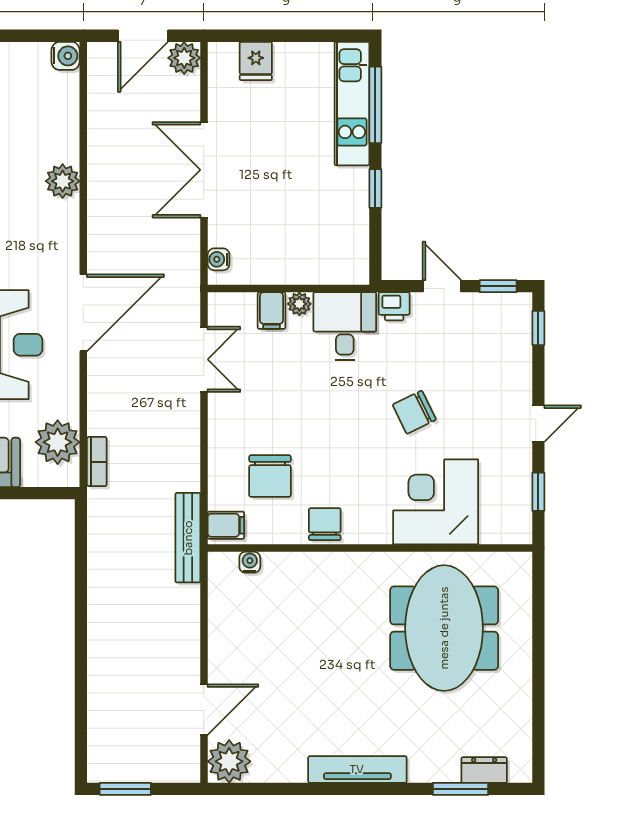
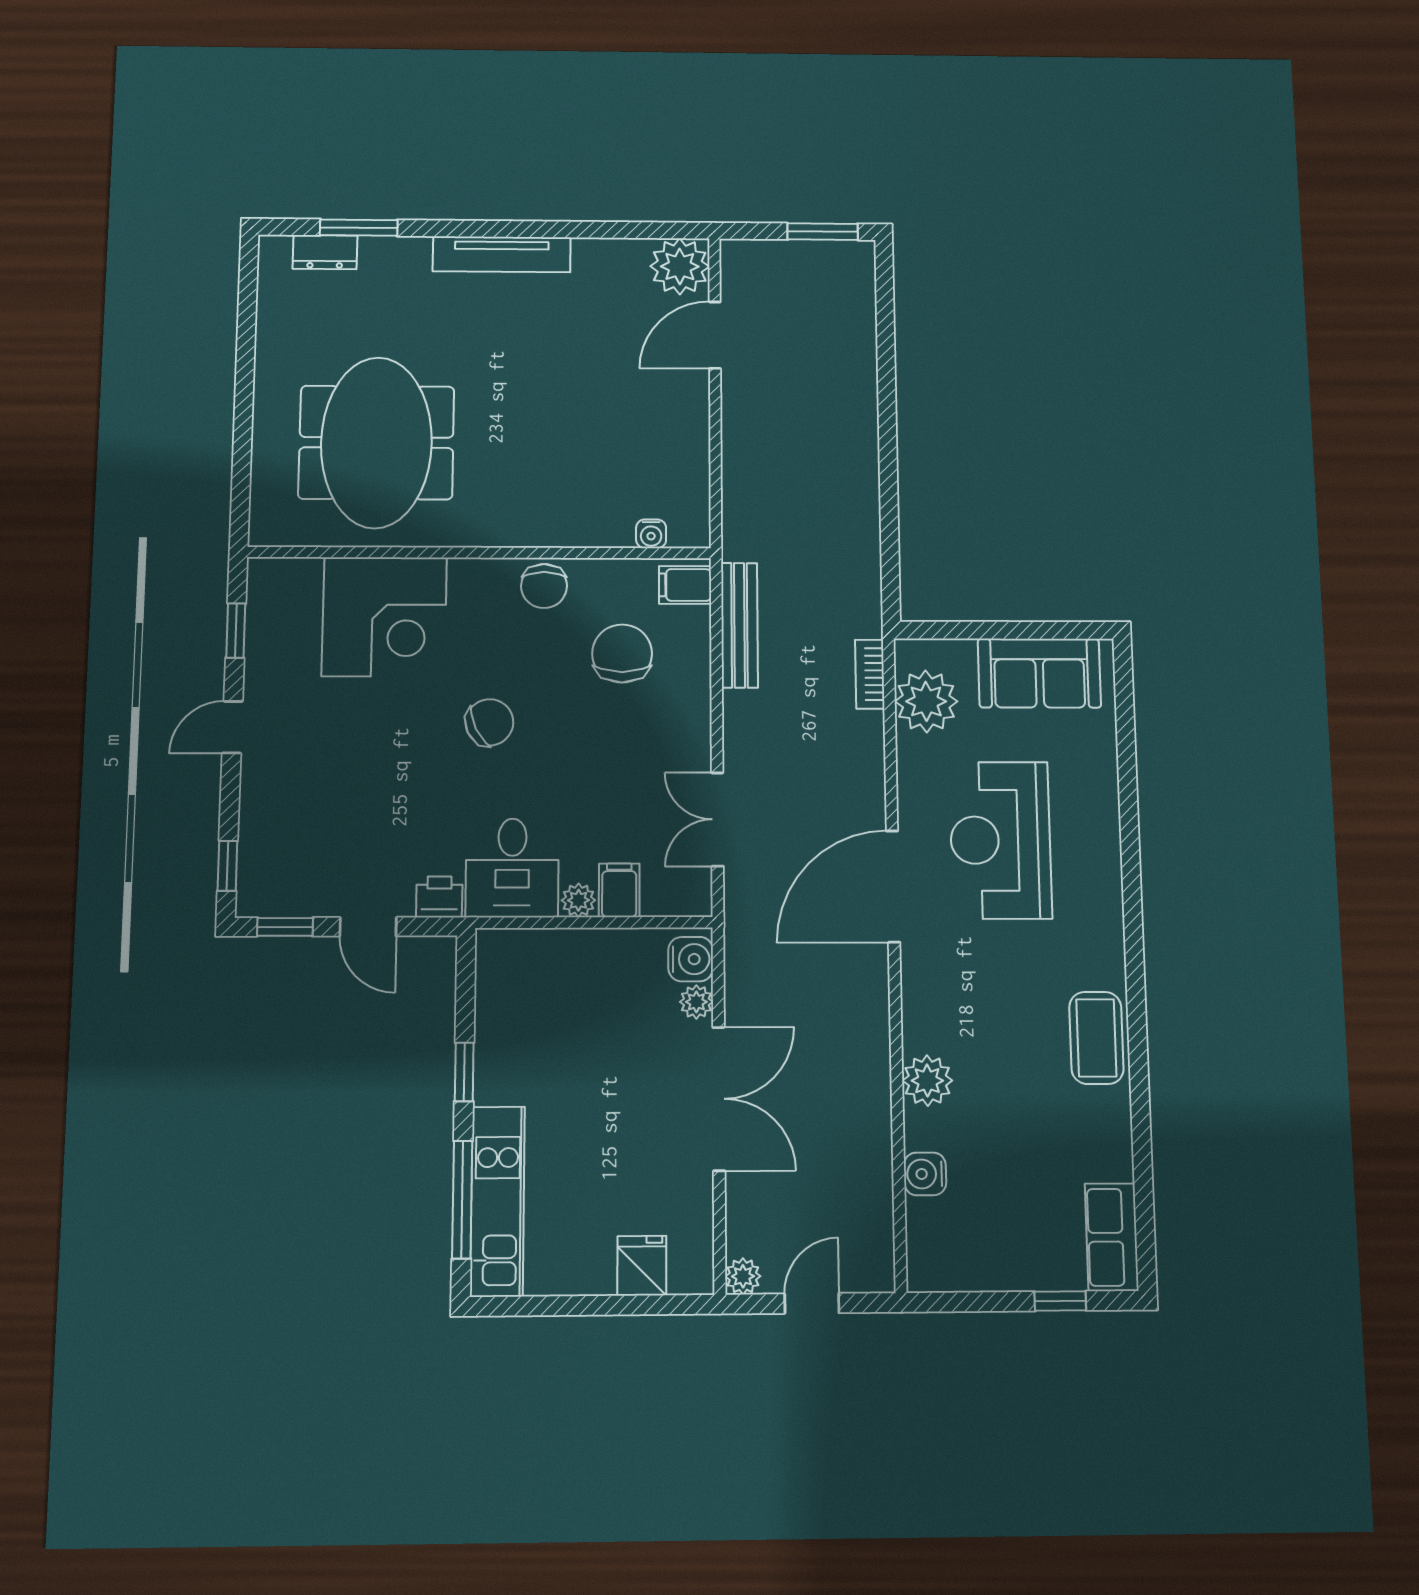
door: (143, 36) -> (812, 1303), width x0.73
water cooler: (66, 56) -> (925, 1174), moved
plant: (184, 58) -> (743, 1276), width x0.73, depth x0.73
plant: (219, 235) -> (696, 1002), added
water cooler: (219, 259) -> (691, 959), width x1.38, depth x1.38
chair: (414, 412) -> (489, 722), moved
bench: (188, 538) -> (739, 625), moved

